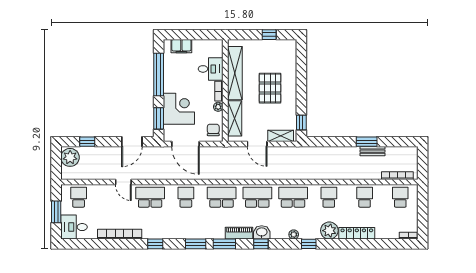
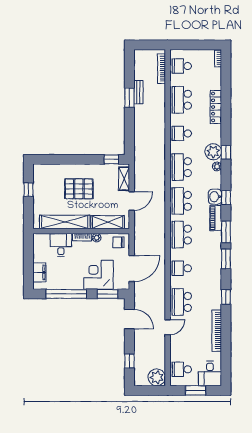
plant: (70, 157) -> (157, 377), moved
school desk: (365, 197) -> (182, 100), width x1.85
plant: (329, 231) -> (213, 152), moved

